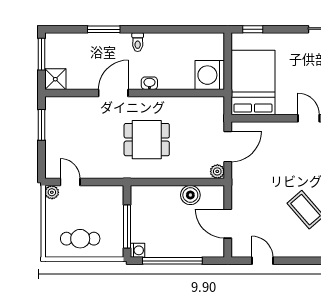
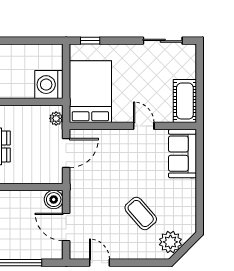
plant: (217, 171) -> (56, 118), moved
boiler: (190, 195) -> (54, 200), moved

